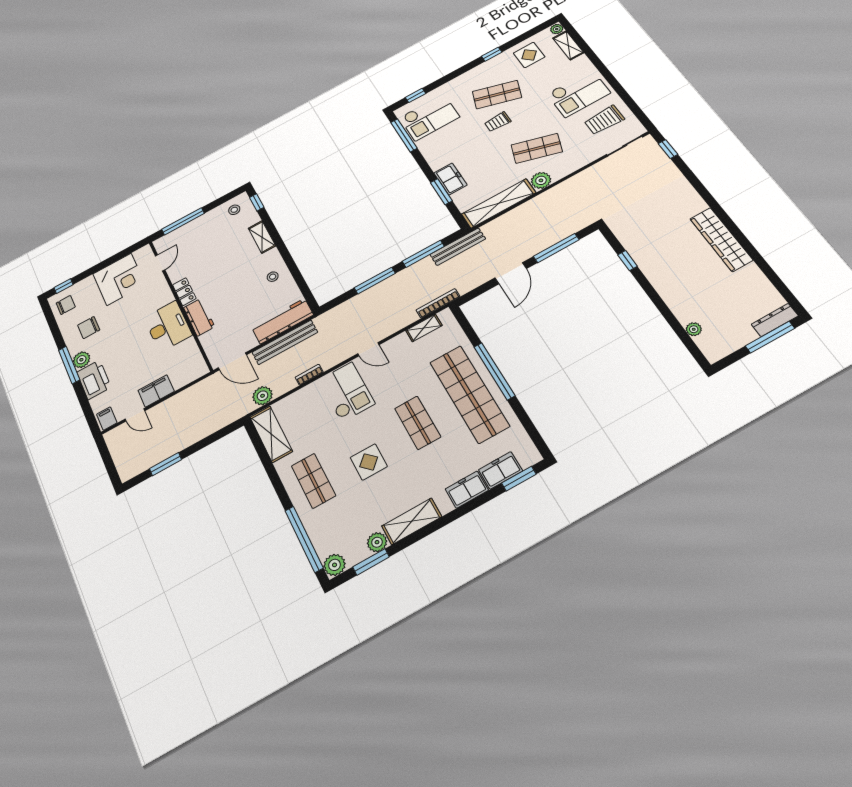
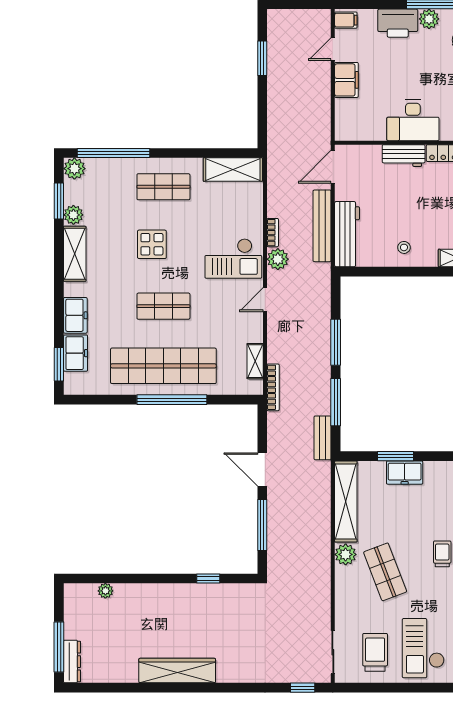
shop shelf: (537, 148) -> (385, 572), turned -39
bench: (458, 247) -> (323, 438), width x0.73
plant: (263, 396) -> (278, 259), moved

